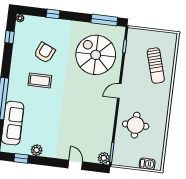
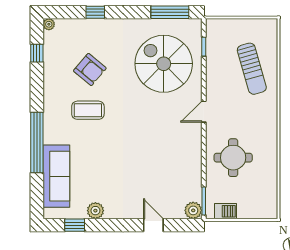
armchair: (45, 53) -> (90, 70), turned 106
barbecue: (147, 164) -> (225, 211), moved

